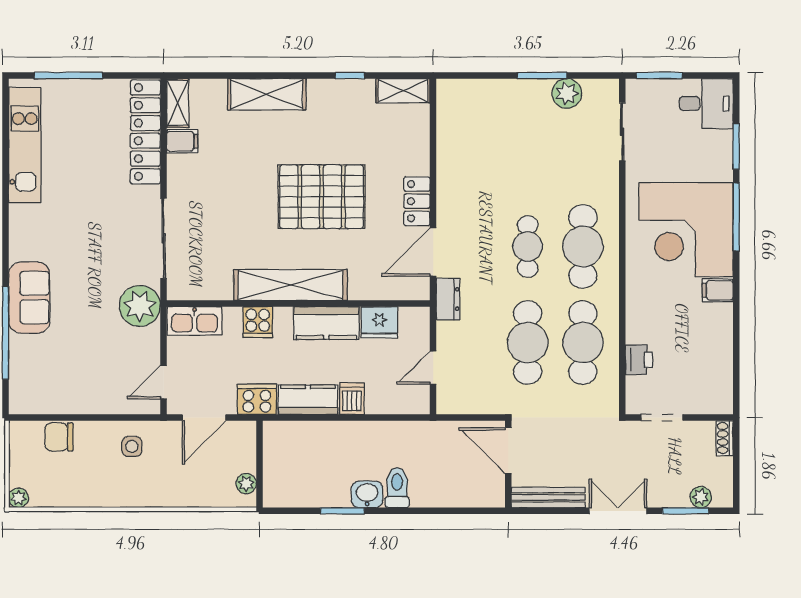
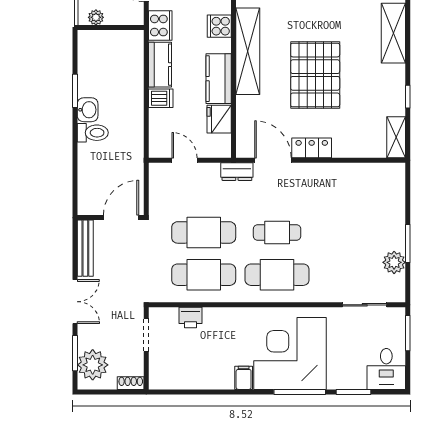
plant: (701, 497) -> (93, 365), width x1.87, depth x1.87

